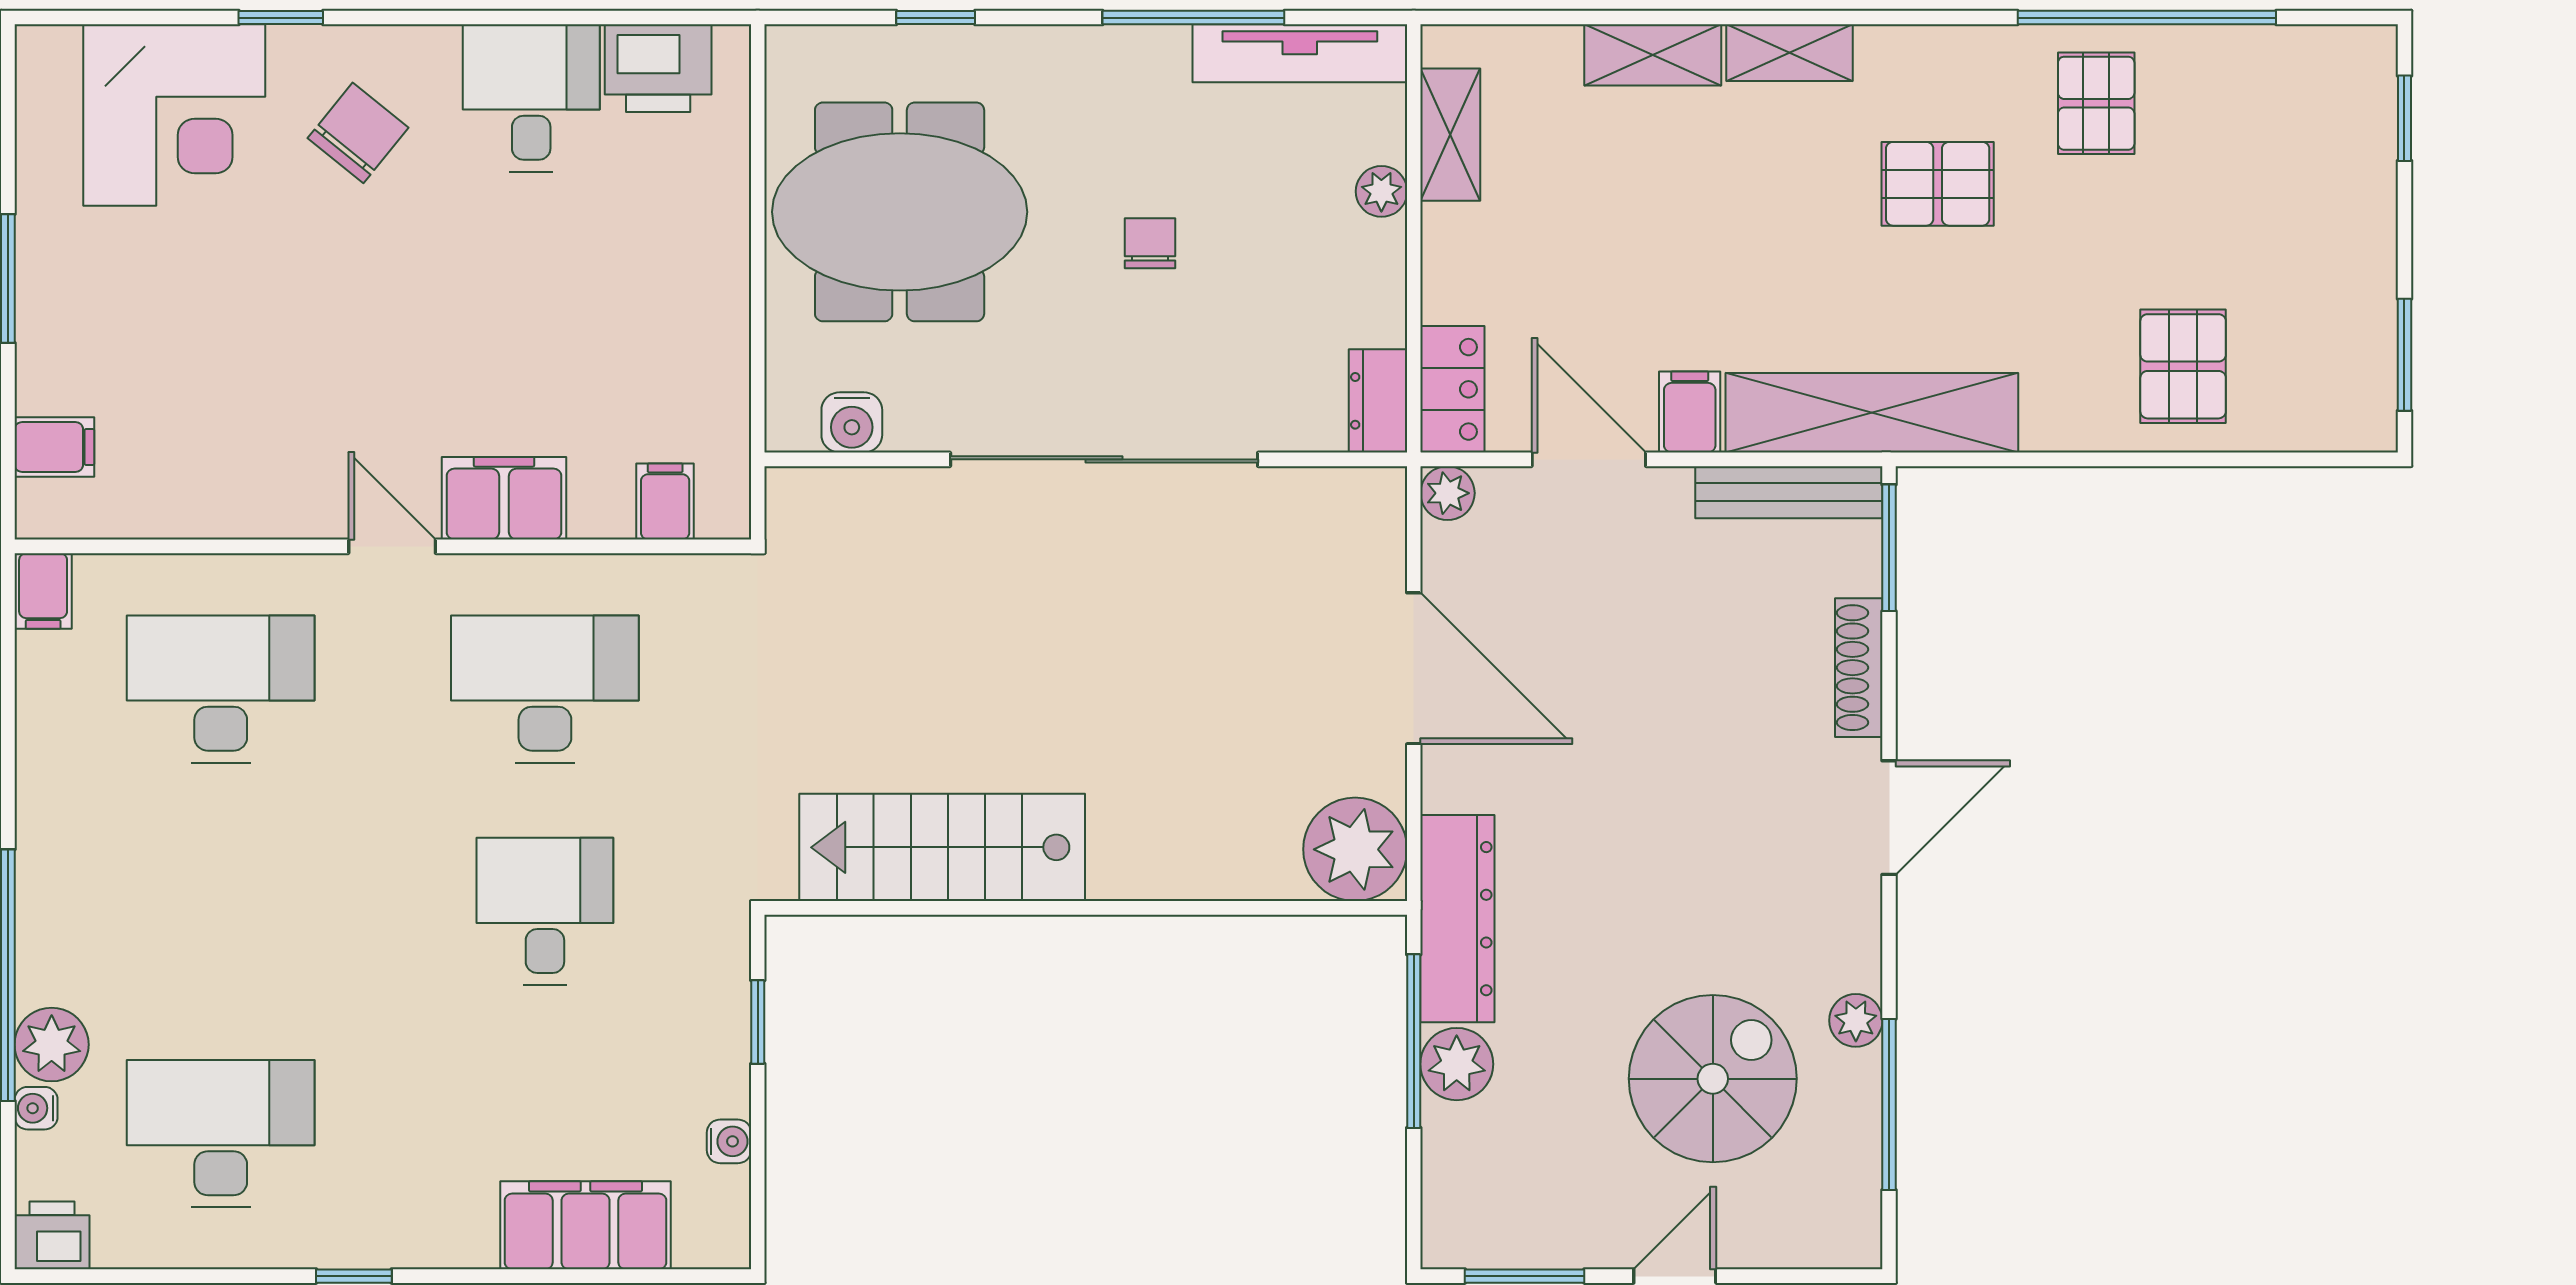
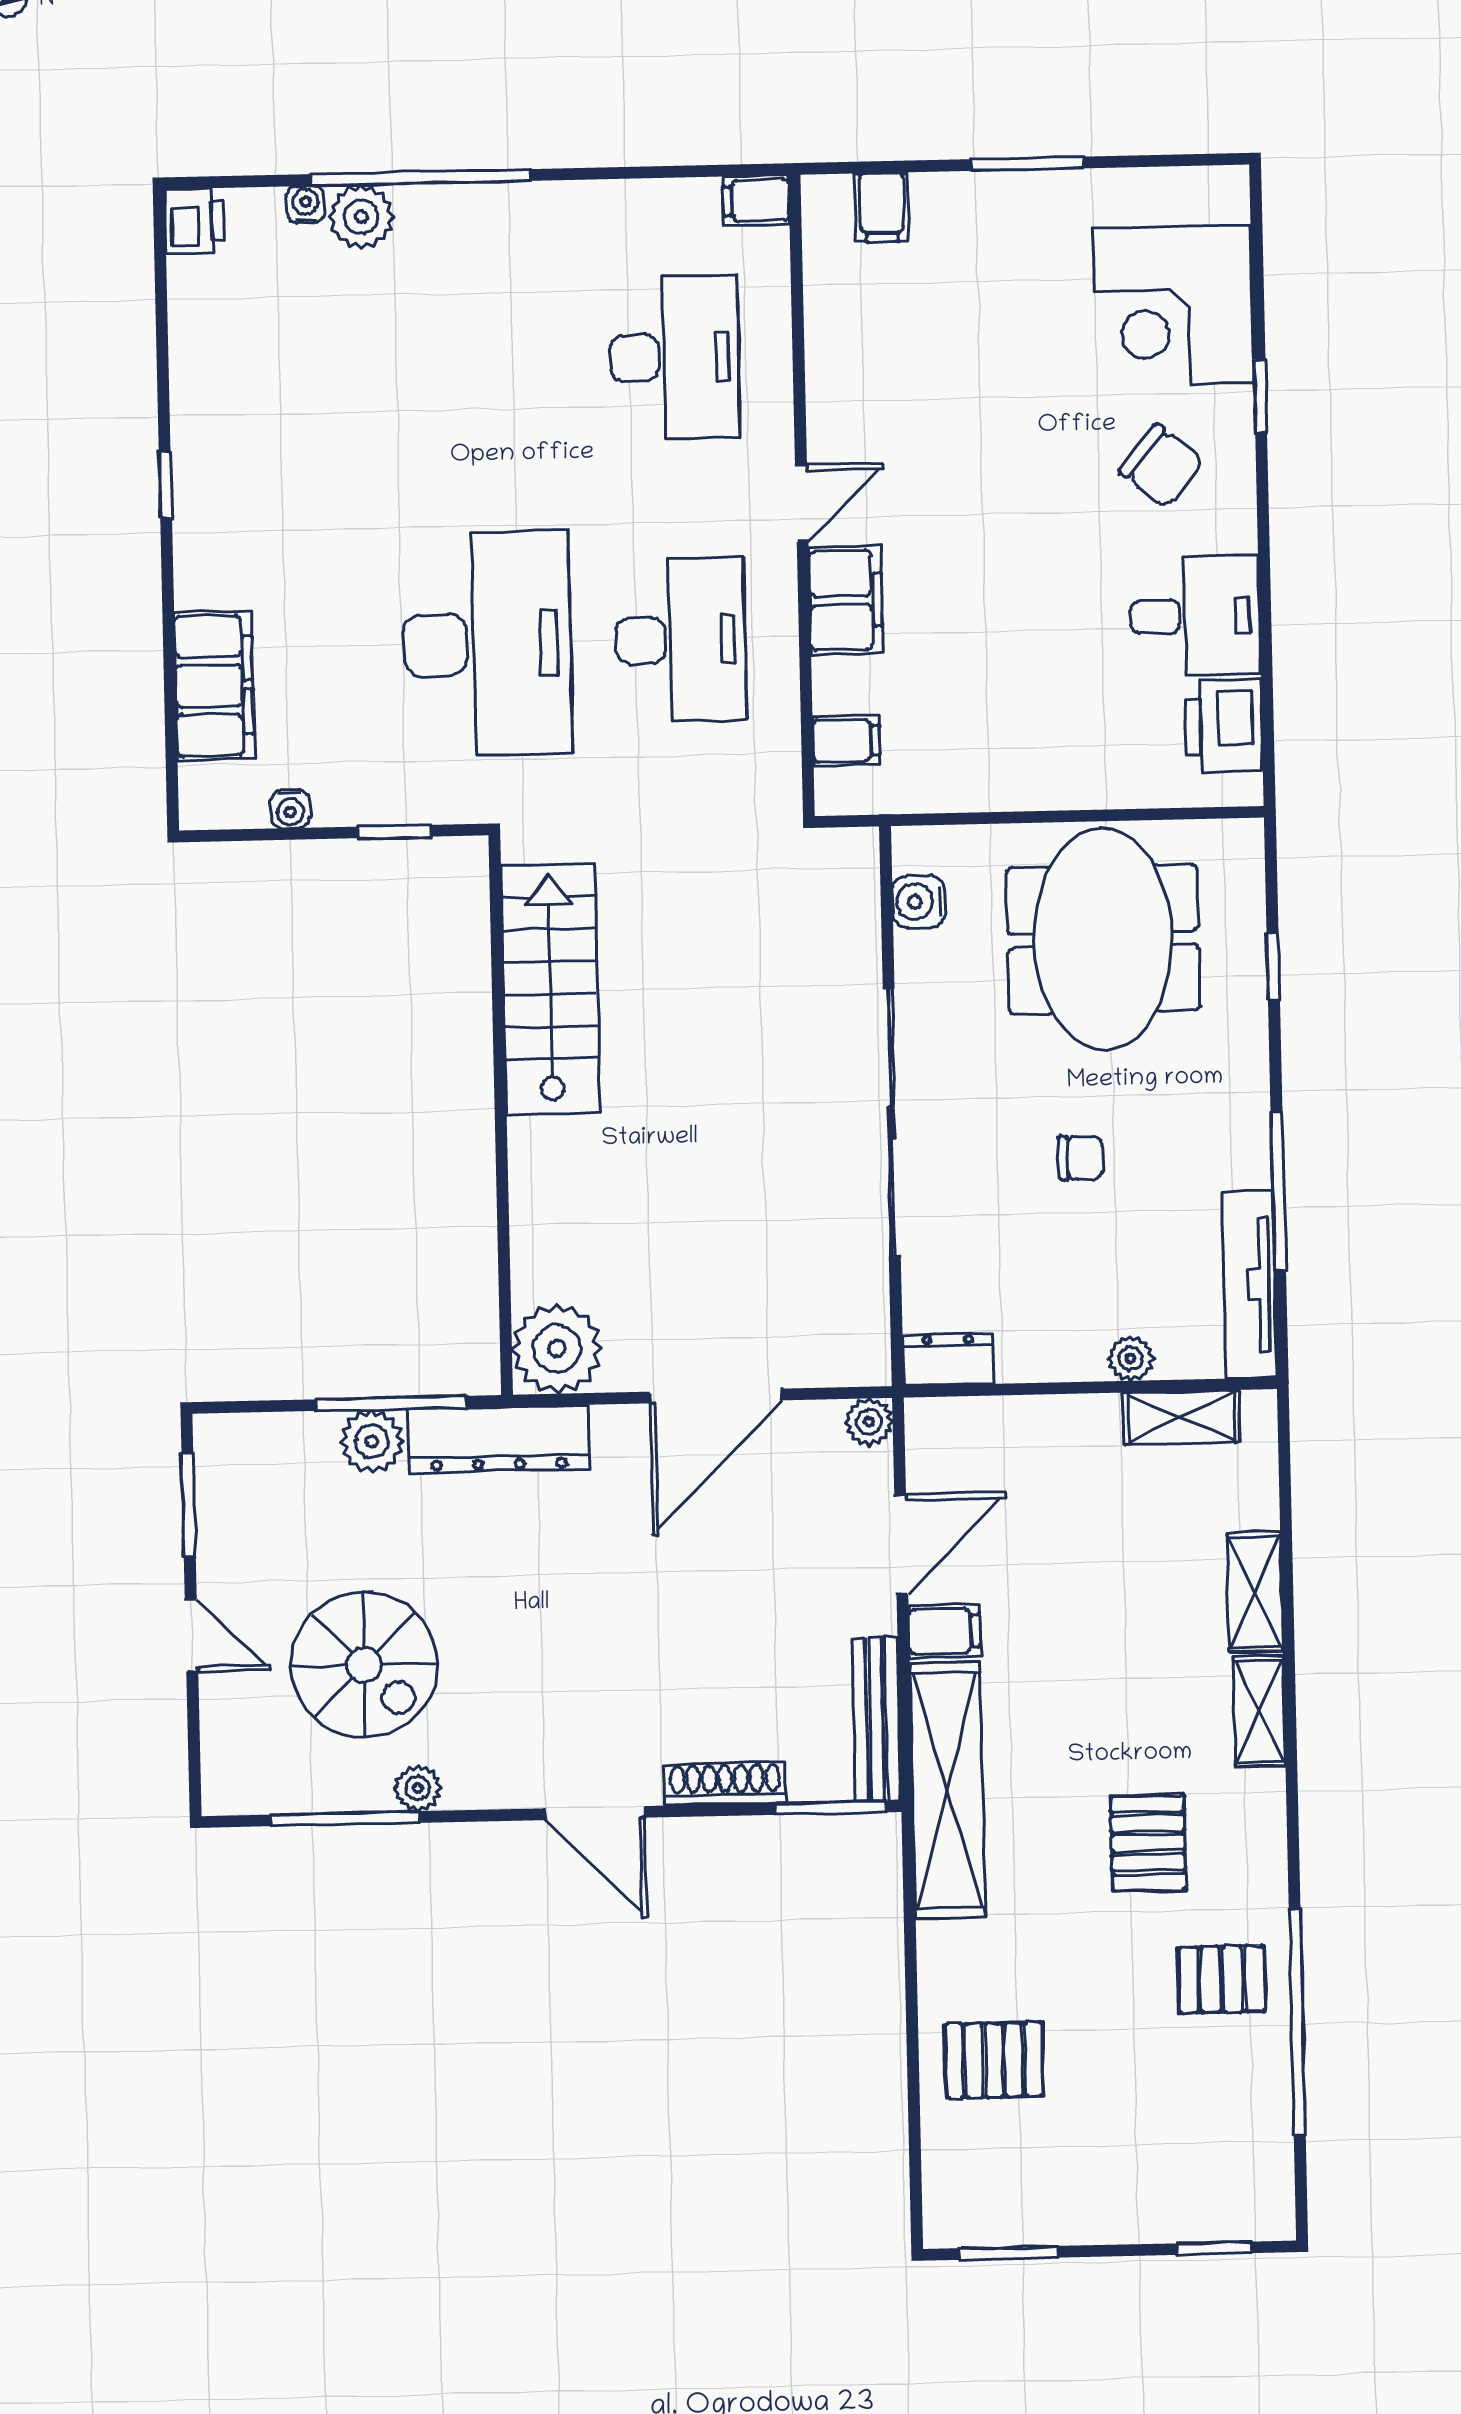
locker: (1452, 389) -> (960, 1424), removed
desk: (545, 911) -> (487, 644), width x1.87, depth x1.30
desk: (221, 1134) -> (287, 366), removed

